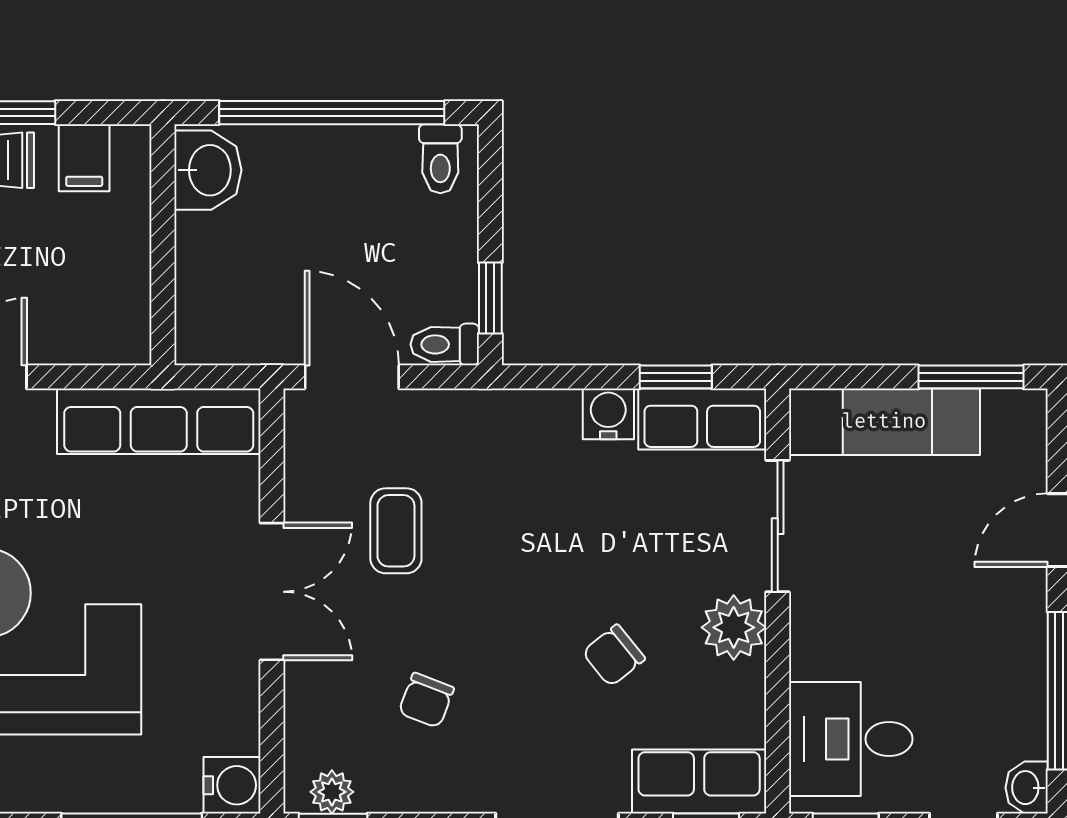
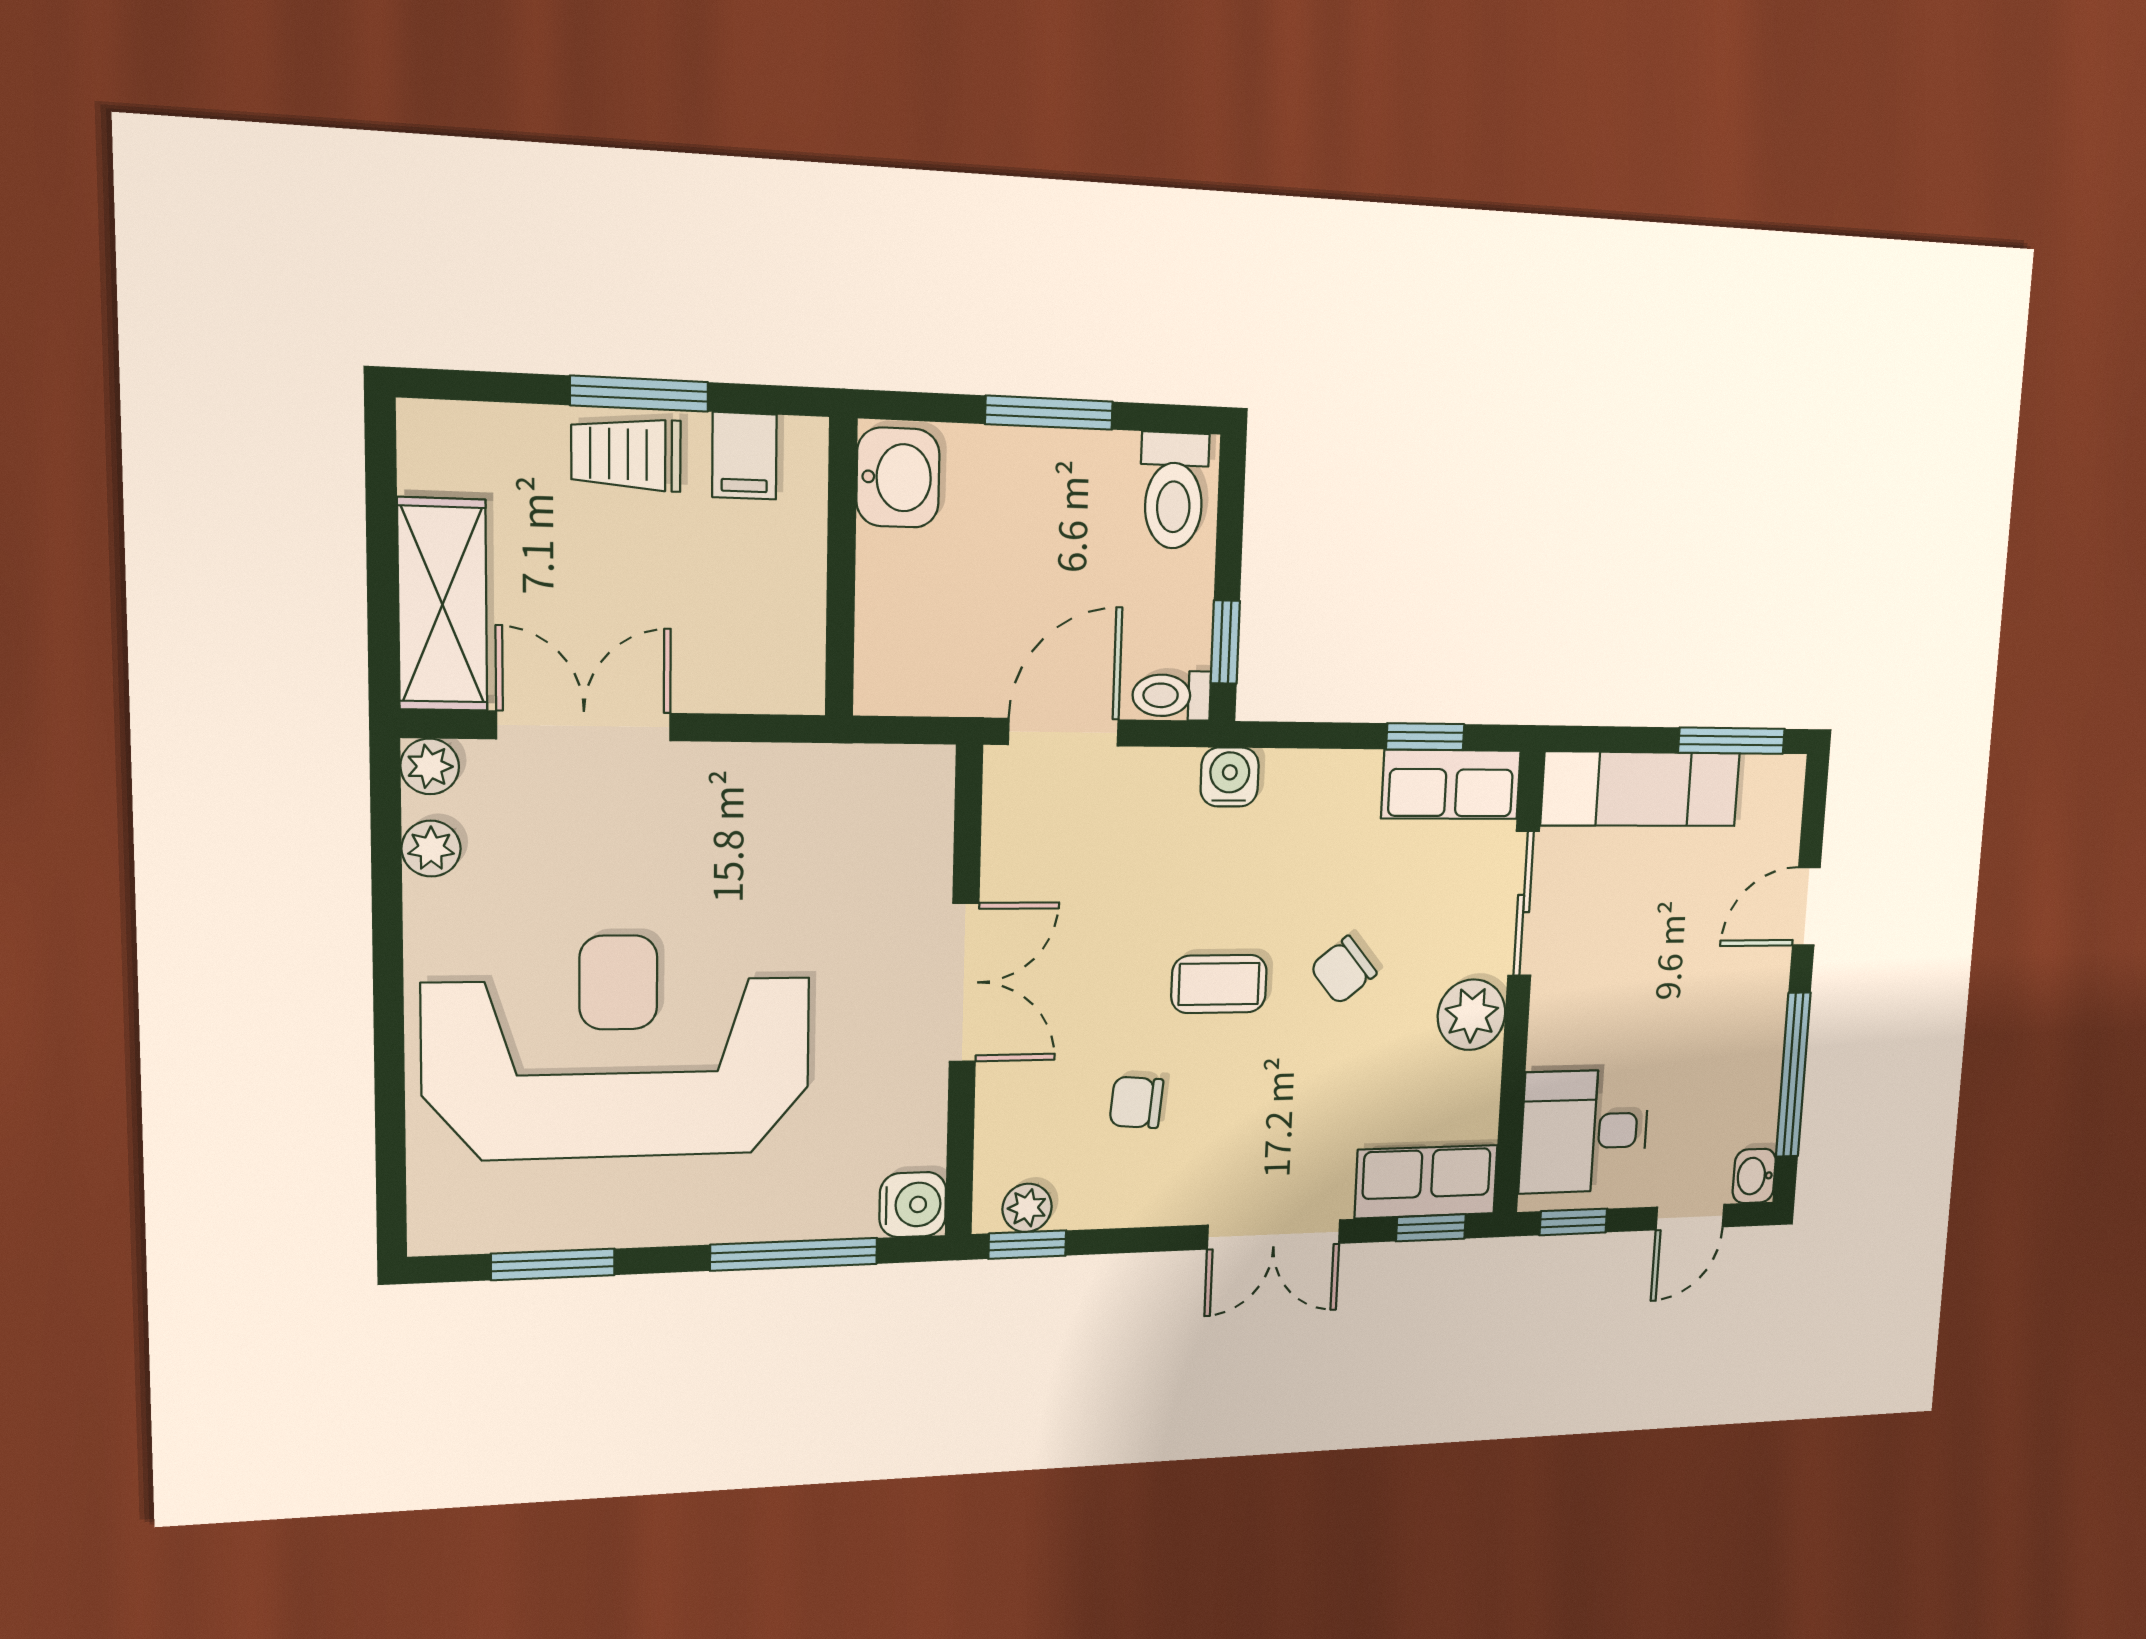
window: (332, 113) -> (1049, 413), width x0.47
toilet: (440, 159) -> (1174, 491), width x1.37, depth x1.39
door: (352, 377) -> (1064, 732), hinge flipped
water cooler: (608, 414) -> (1230, 777), moved
row of seats: (159, 421) -> (833, 783), removed
coffee table: (396, 531) -> (1219, 984), moved, turned 90
chair: (614, 655) -> (1343, 970), moved
chair: (426, 700) -> (1136, 1102), turned 74

